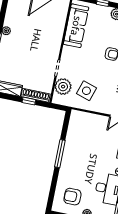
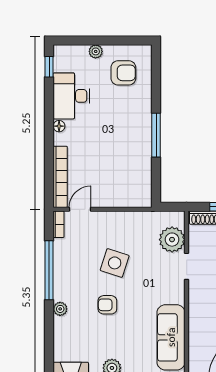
side table: (86, 91) -> (115, 263), moved

